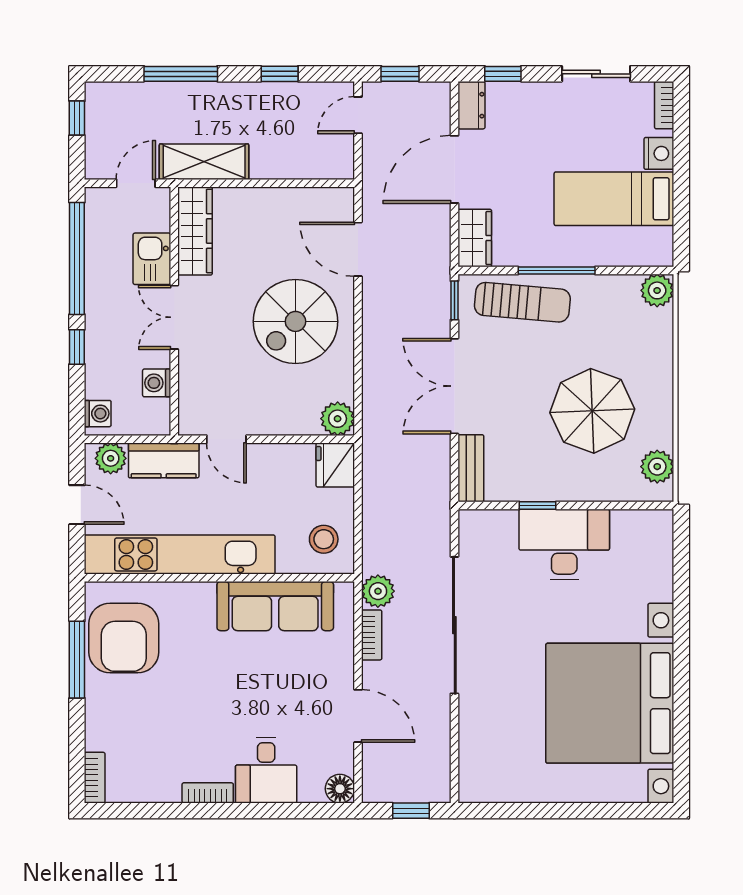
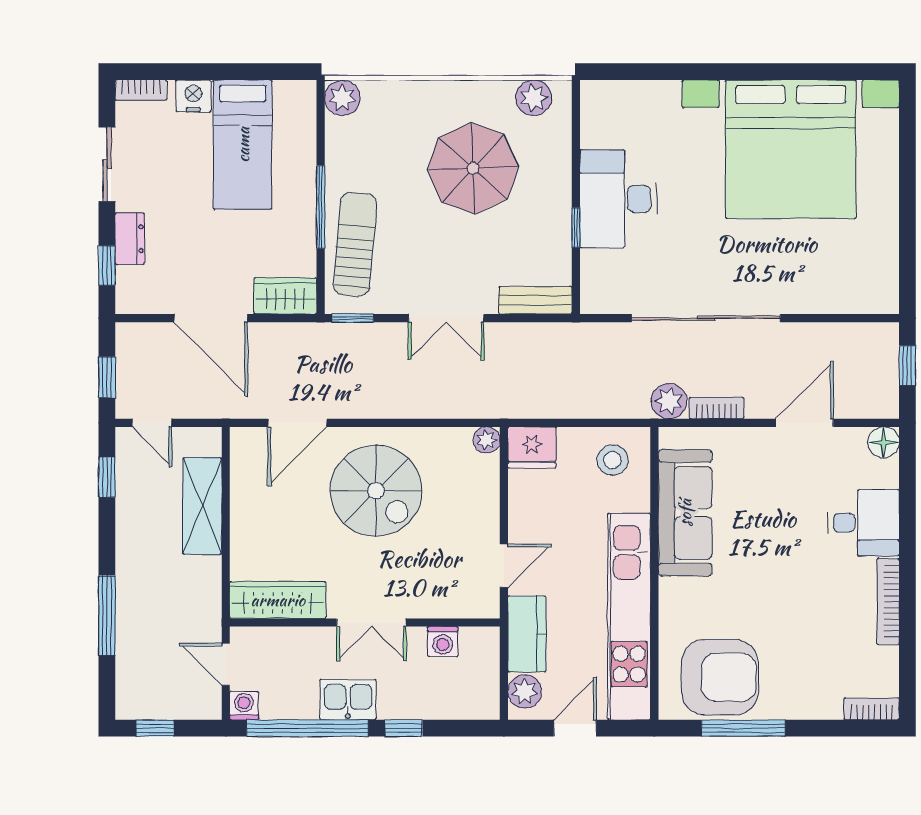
window: (280, 74) -> (107, 477), moved
dresser: (471, 105) -> (130, 239), moved, turned 90
shelving: (204, 162) -> (202, 506), moved
kitchen sink: (152, 259) -> (348, 700), moved, turned 180
double door: (454, 386) -> (446, 318), width x0.73
washing machine: (98, 414) -> (244, 706), moved
plant: (338, 419) -> (487, 440), width x0.73, depth x0.73
bookcase: (208, 793) -> (888, 602), width x1.56

